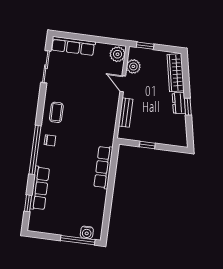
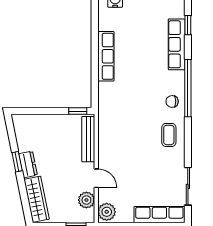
bench: (126, 113) -> (88, 139), width x1.36
window: (147, 145) -> (78, 111), moved
row of seats: (103, 167) -> (106, 56), moved

